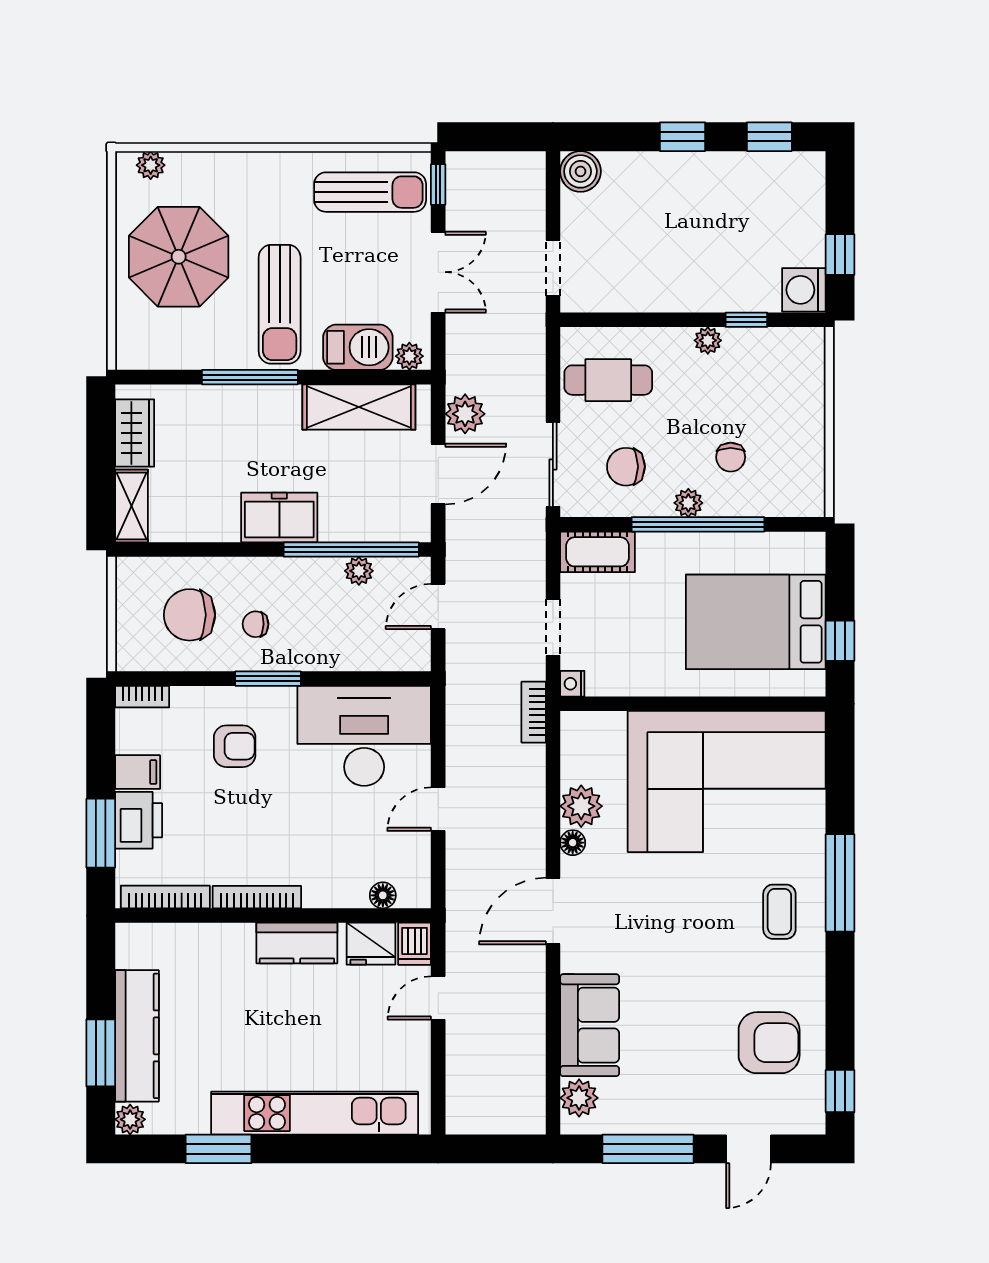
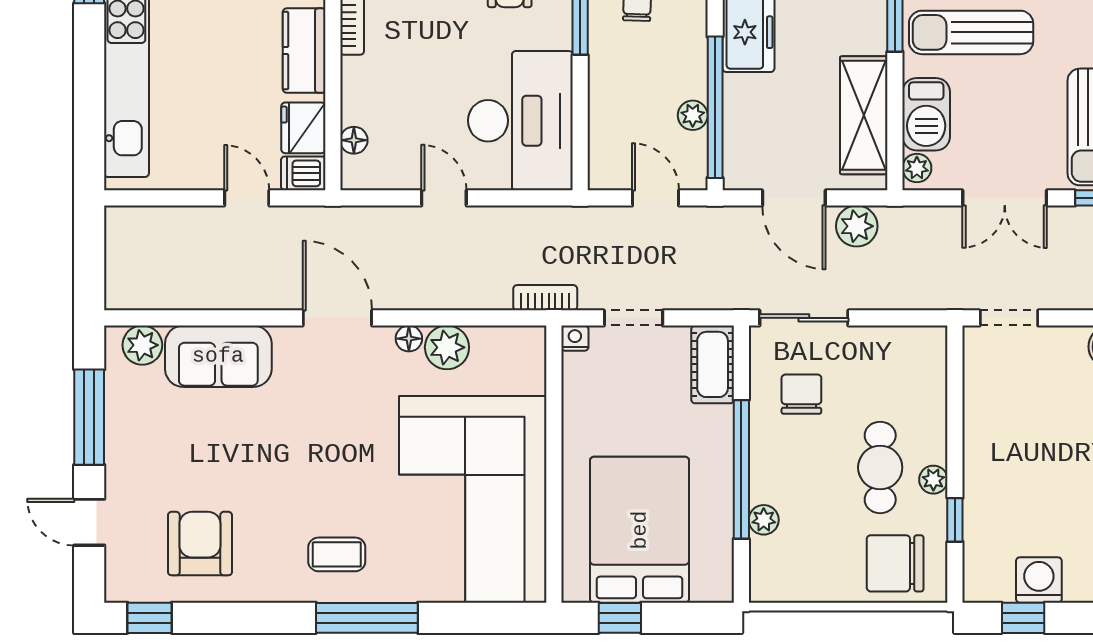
washing machine: (804, 290) -> (1039, 580), moved
cafe table: (608, 380) -> (880, 467), moved
chair: (731, 457) -> (895, 563), moved, width x1.87, depth x1.87
plant: (688, 503) -> (764, 520), moved
armchair: (769, 1043) -> (200, 544), turned 180

